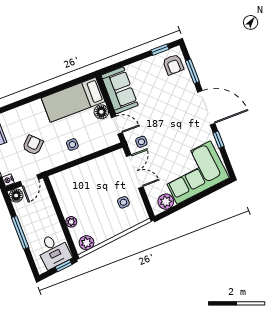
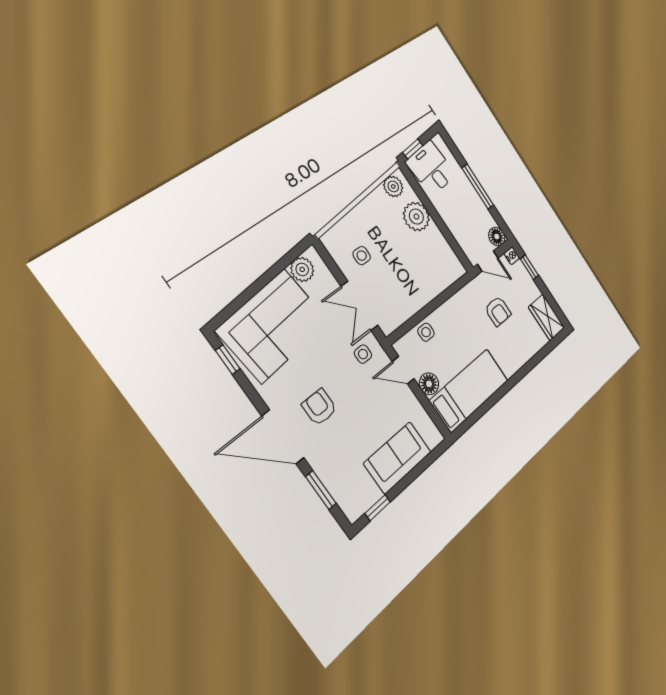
armchair: (173, 65) -> (319, 407), moved
sofa: (120, 90) -> (398, 458), moved, turned 90
window: (218, 140) -> (228, 360), moved
armchair: (33, 145) -> (498, 311), turned -46
side table: (72, 145) -> (426, 332), moved
door: (29, 180) -> (488, 261), swing flipped
plant: (71, 222) -> (416, 217), width x1.88, depth x1.88

